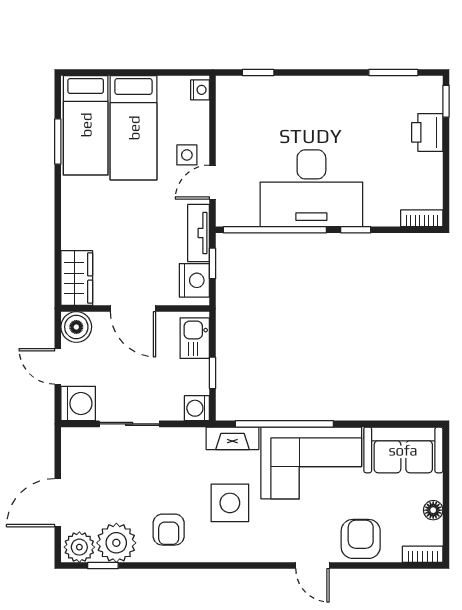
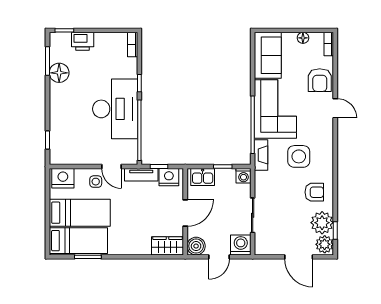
nightstand: (200, 90) -> (63, 178), width x1.89, depth x1.79
floor lamp: (373, 92) -> (59, 73), added
armchair: (361, 539) -> (320, 80), turned -90
door: (312, 566) -> (335, 108), hinge flipped

